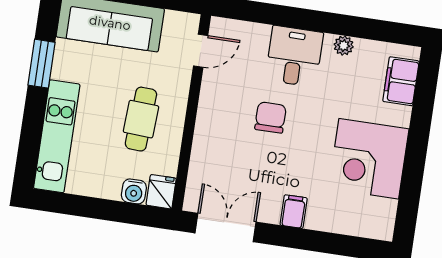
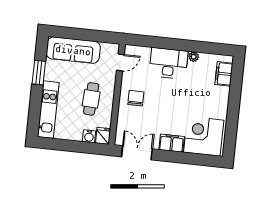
desk: (294, 56) -> (169, 63), width x1.37
chair: (270, 117) -> (136, 98), moved
corner desk: (369, 159) -> (204, 136), moved, turned 90
filing cabinet: (294, 212) -> (172, 143), width x2.00

